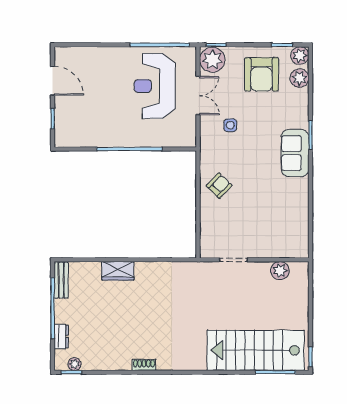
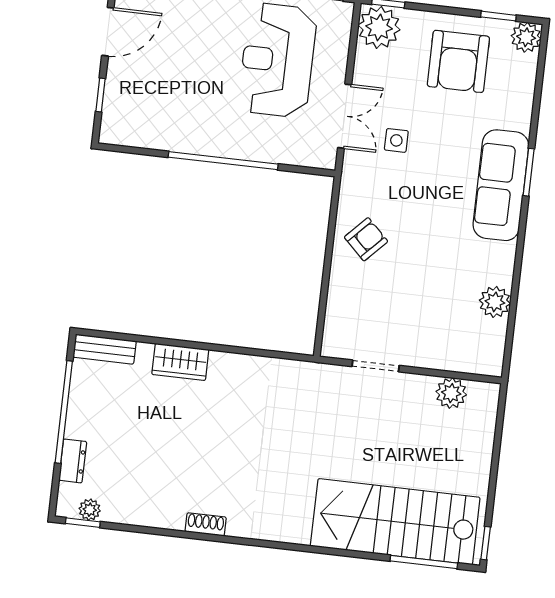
plant: (299, 78) -> (495, 302), moved
door: (53, 81) -> (108, 32), hinge flipped
double door: (198, 96) -> (345, 116), moved
sofa: (295, 153) -> (501, 185), width x1.36
bench: (61, 280) -> (105, 349), moved, turned 90

